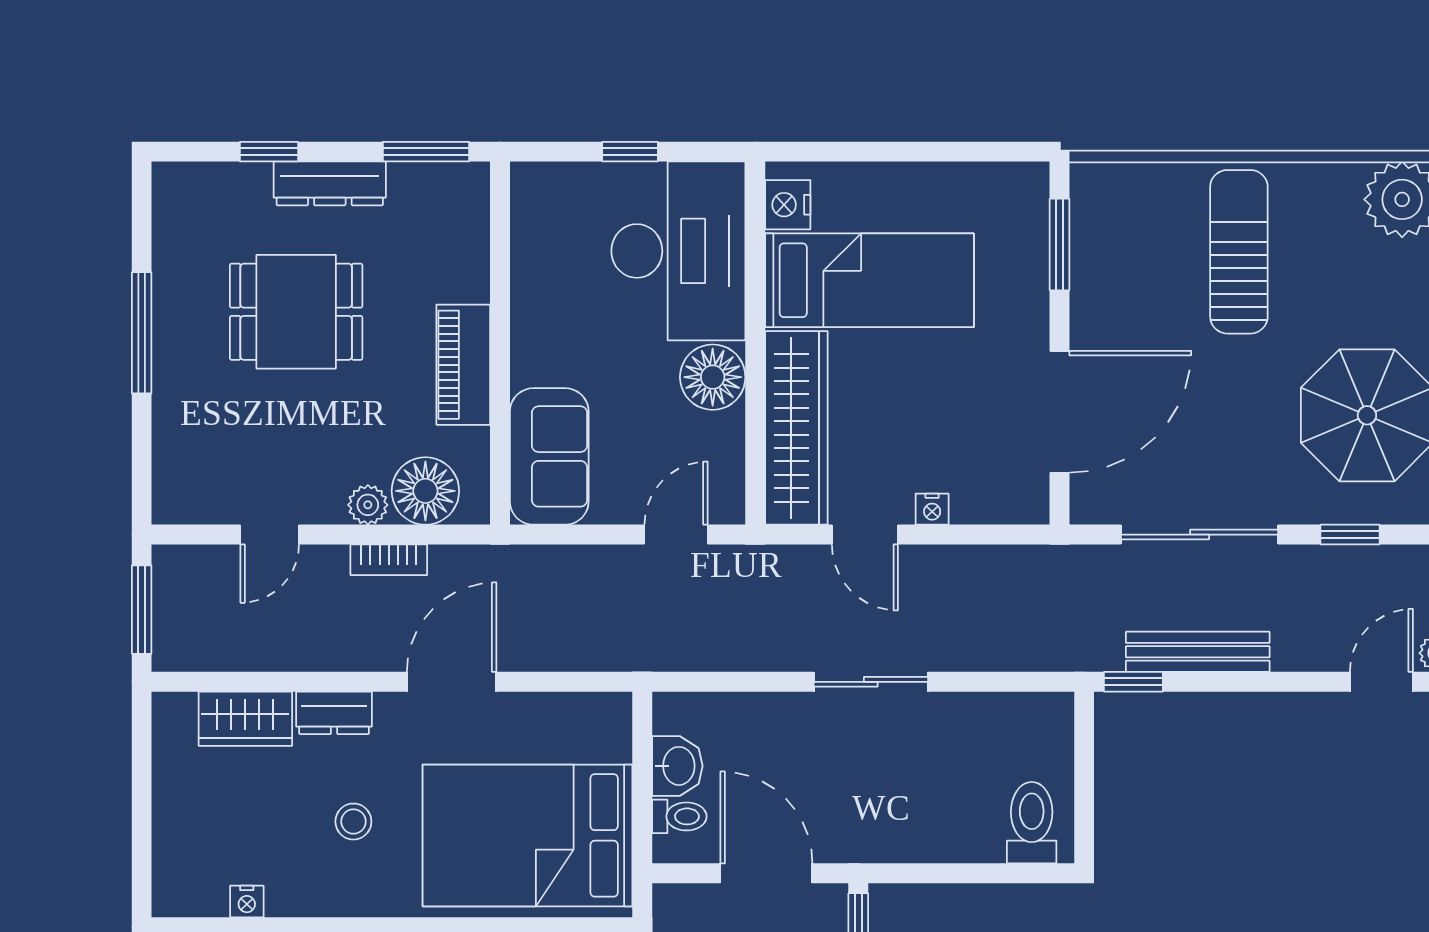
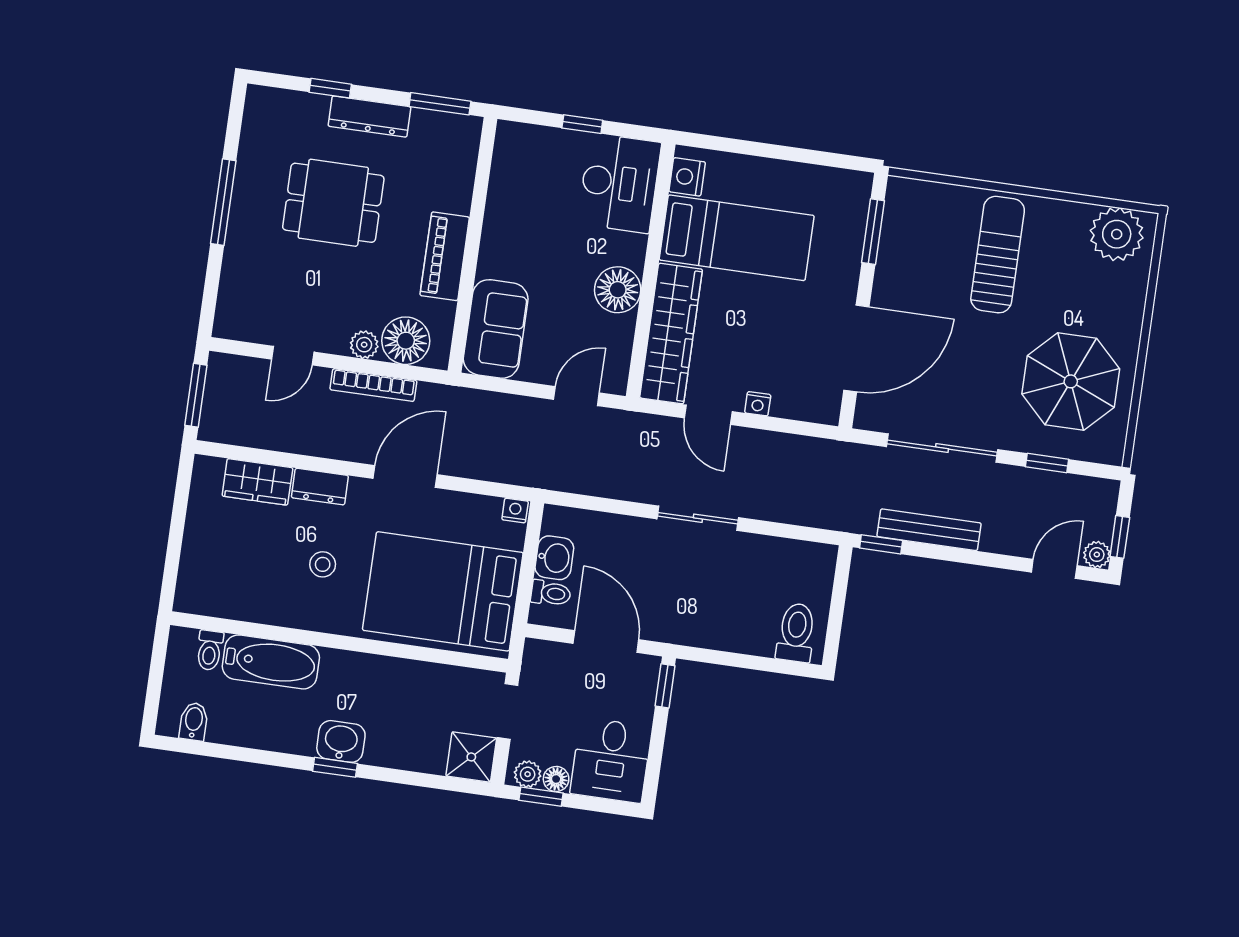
desk: (678, 251) -> (619, 183), width x0.73, depth x0.77
bookcase: (389, 560) -> (373, 385), width x1.56
nightstand: (247, 902) -> (515, 510), moved, turned 180

